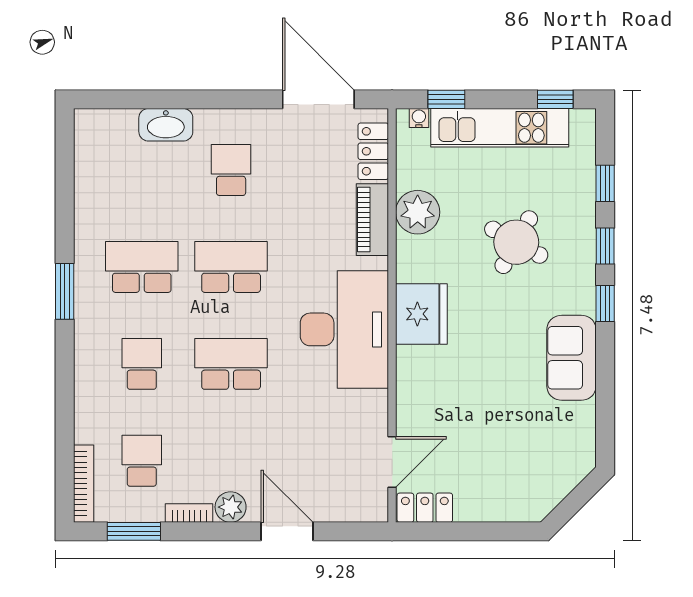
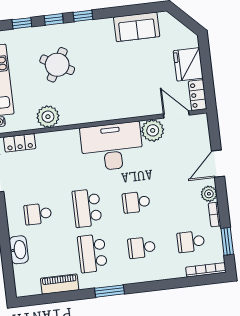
piano: (372, 220) -> (60, 284), moved, turned 180
fridge: (421, 314) -> (188, 64), moved, turned -90
sofa: (571, 358) -> (137, 27), moved
school desk: (231, 364) -> (136, 202), width x0.54
plant: (367, 413) -> (153, 130), added

